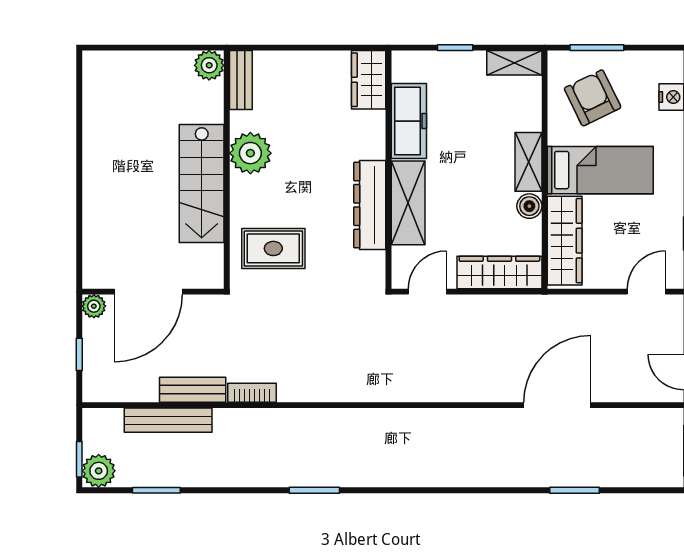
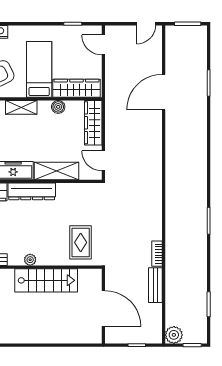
plant: (250, 153) -> (30, 260), width x0.53, depth x0.53
shelving: (528, 162) -> (21, 107), moved
dresser: (370, 205) -> (32, 191), moved
plant: (94, 306) -> (111, 337), removed
door: (557, 405) -> (164, 92), hinge flipped
bench: (168, 420) -> (172, 298), removed
plant: (99, 471) -> (174, 335), moved

